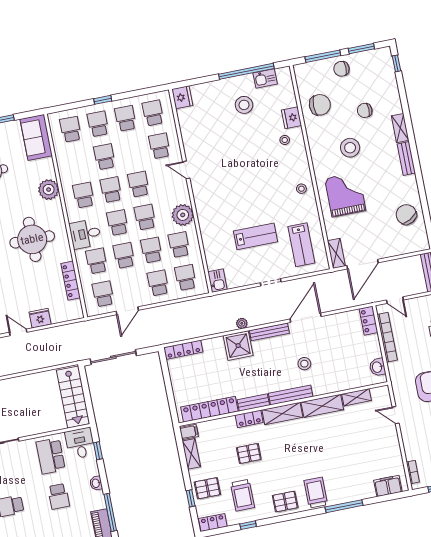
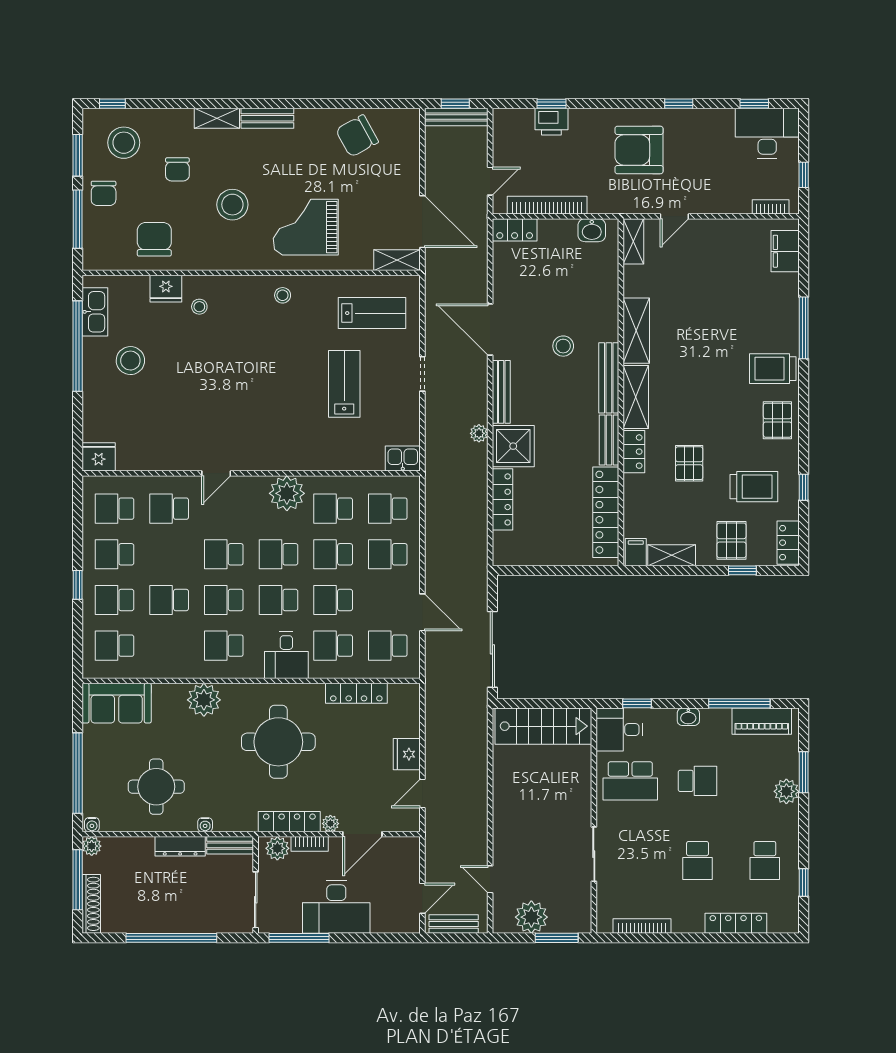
stool: (374, 75) -> (124, 143), added
kitchen sink: (265, 78) -> (95, 312), width x1.38
locker: (183, 350) -> (503, 499), moved
shelving: (356, 397) -> (633, 241), moved

